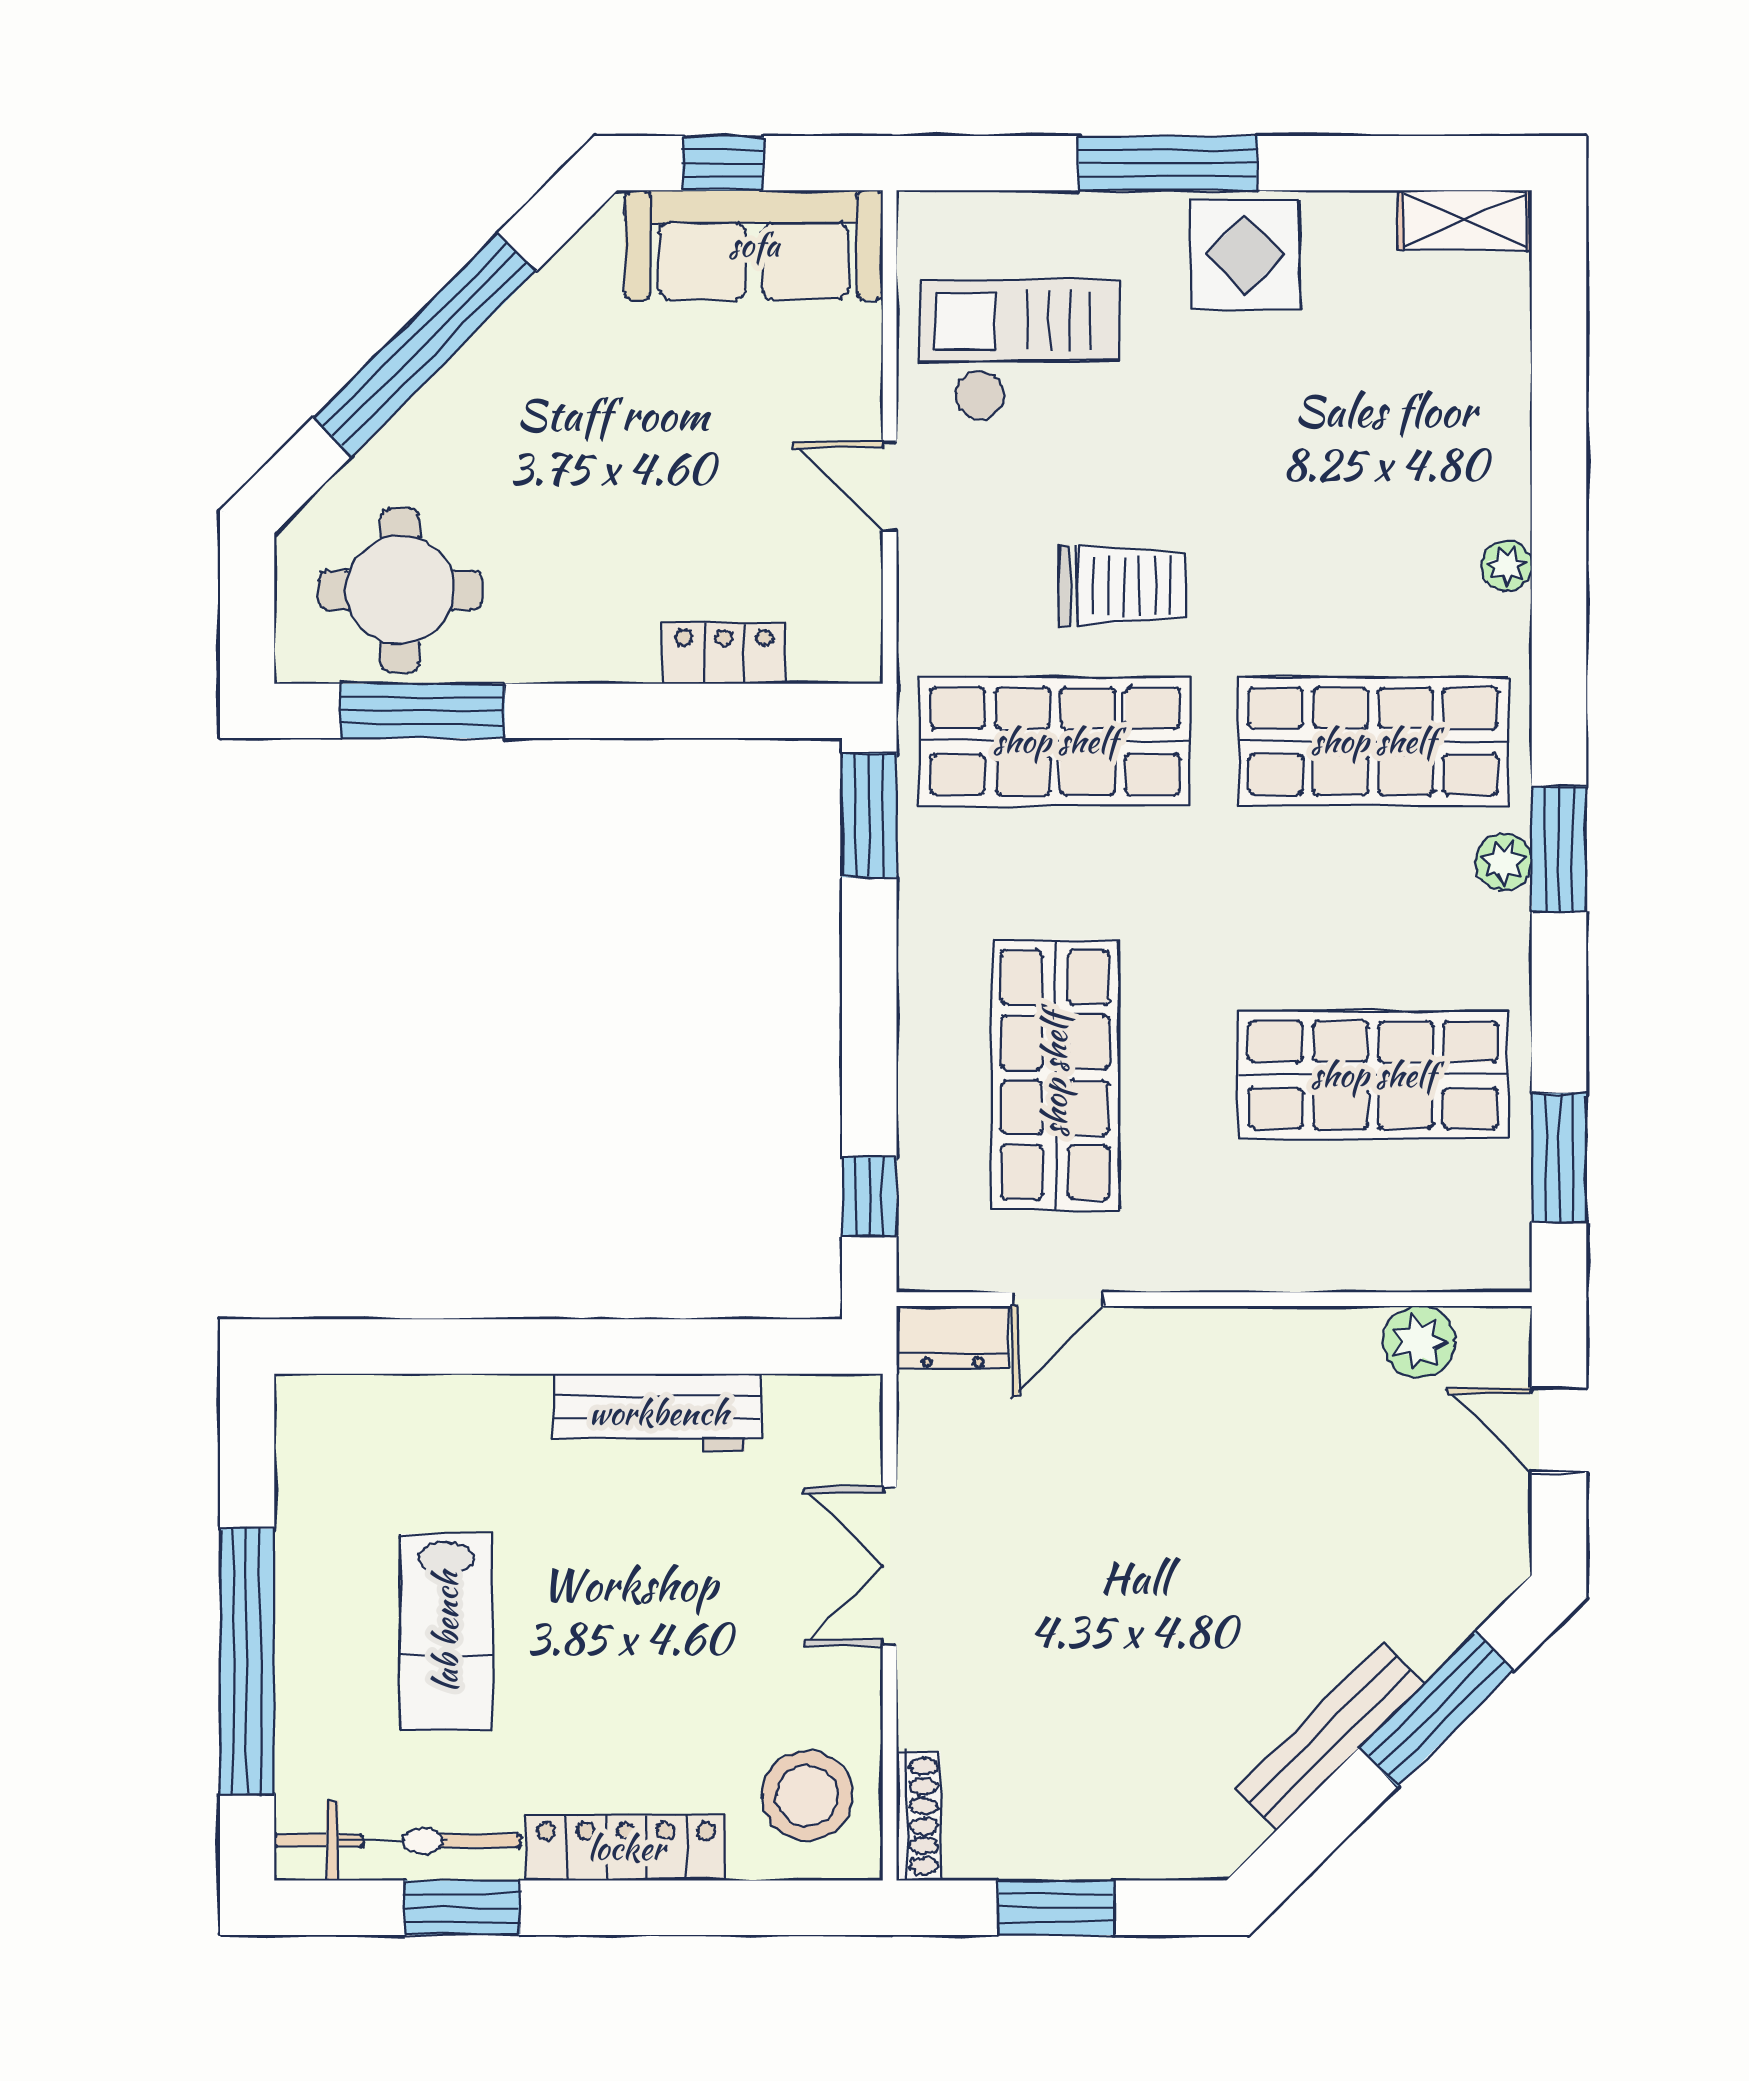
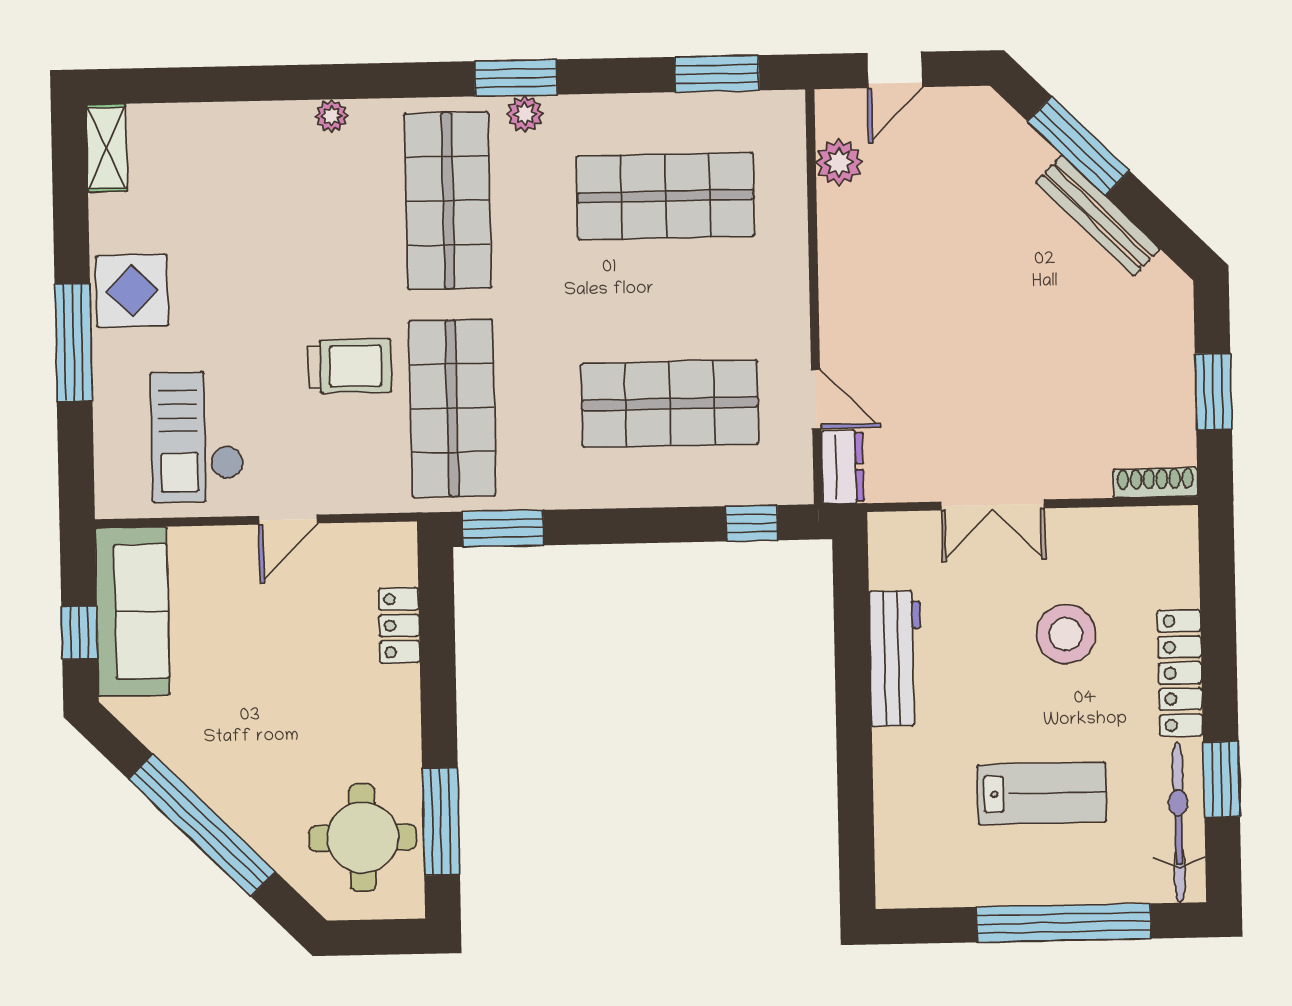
trolley: (1123, 586) -> (350, 366), turned 90
shop shelf: (1373, 1075) -> (666, 196), turned 90
stool: (807, 1796) -> (1066, 634), moved

